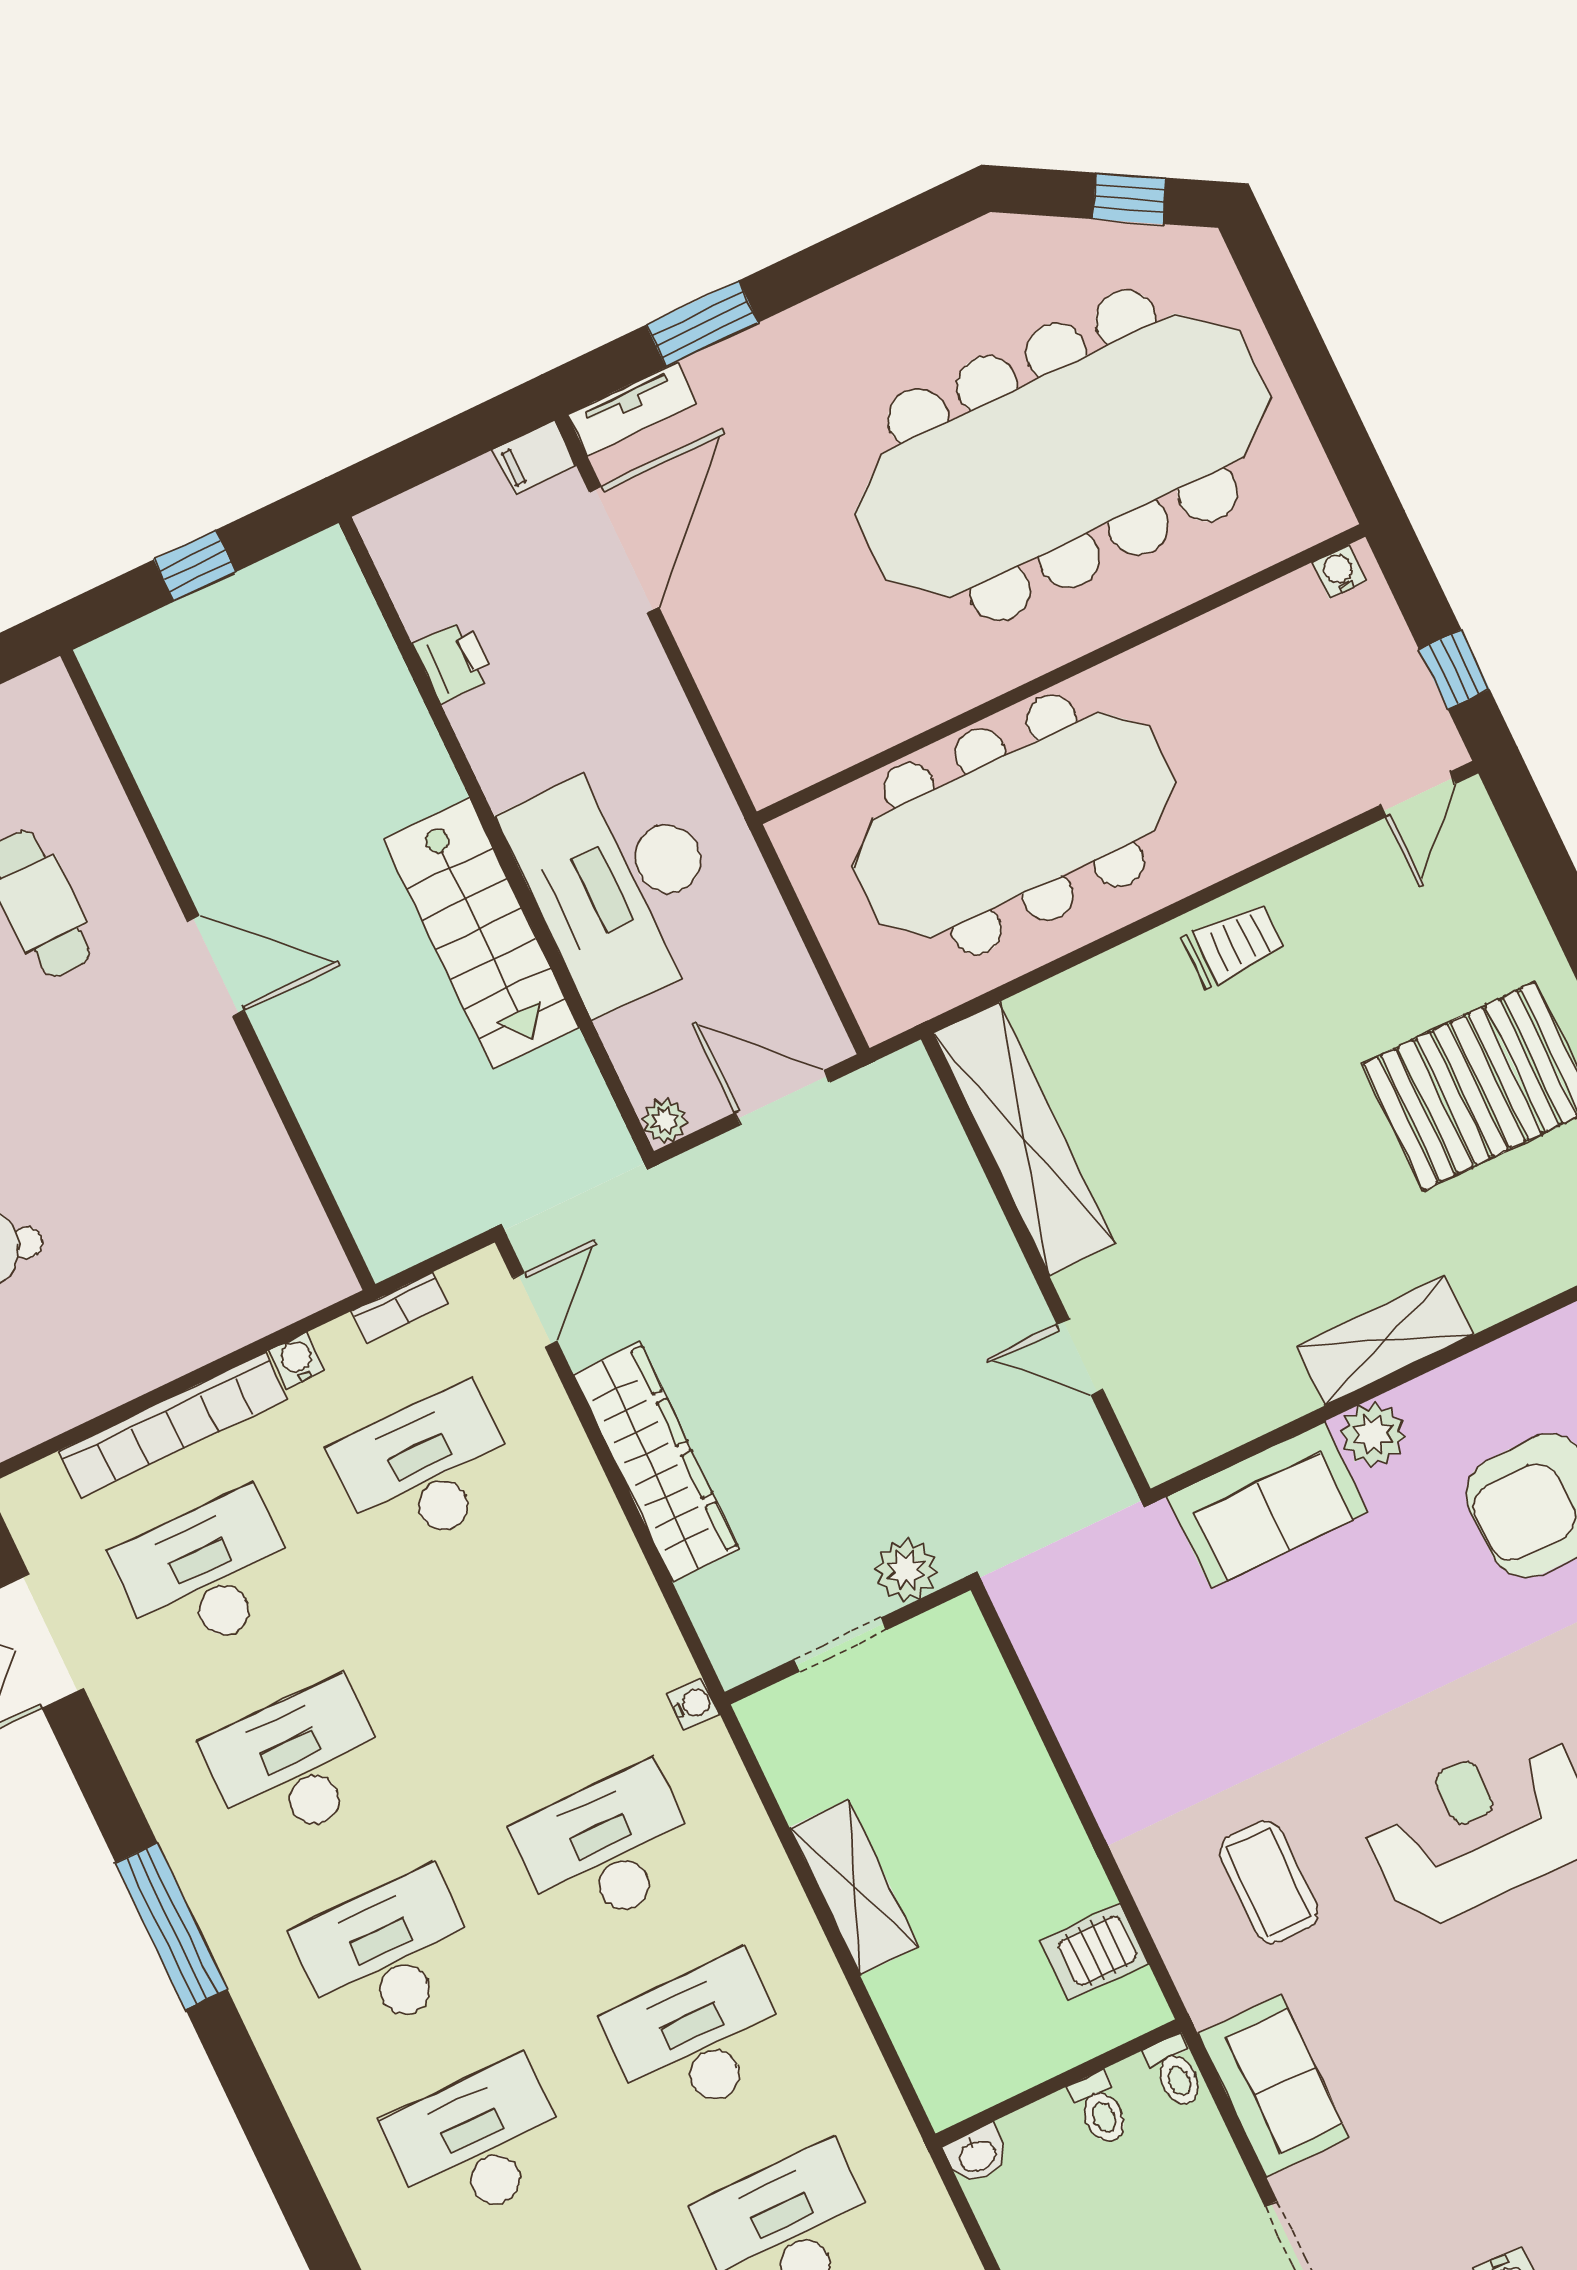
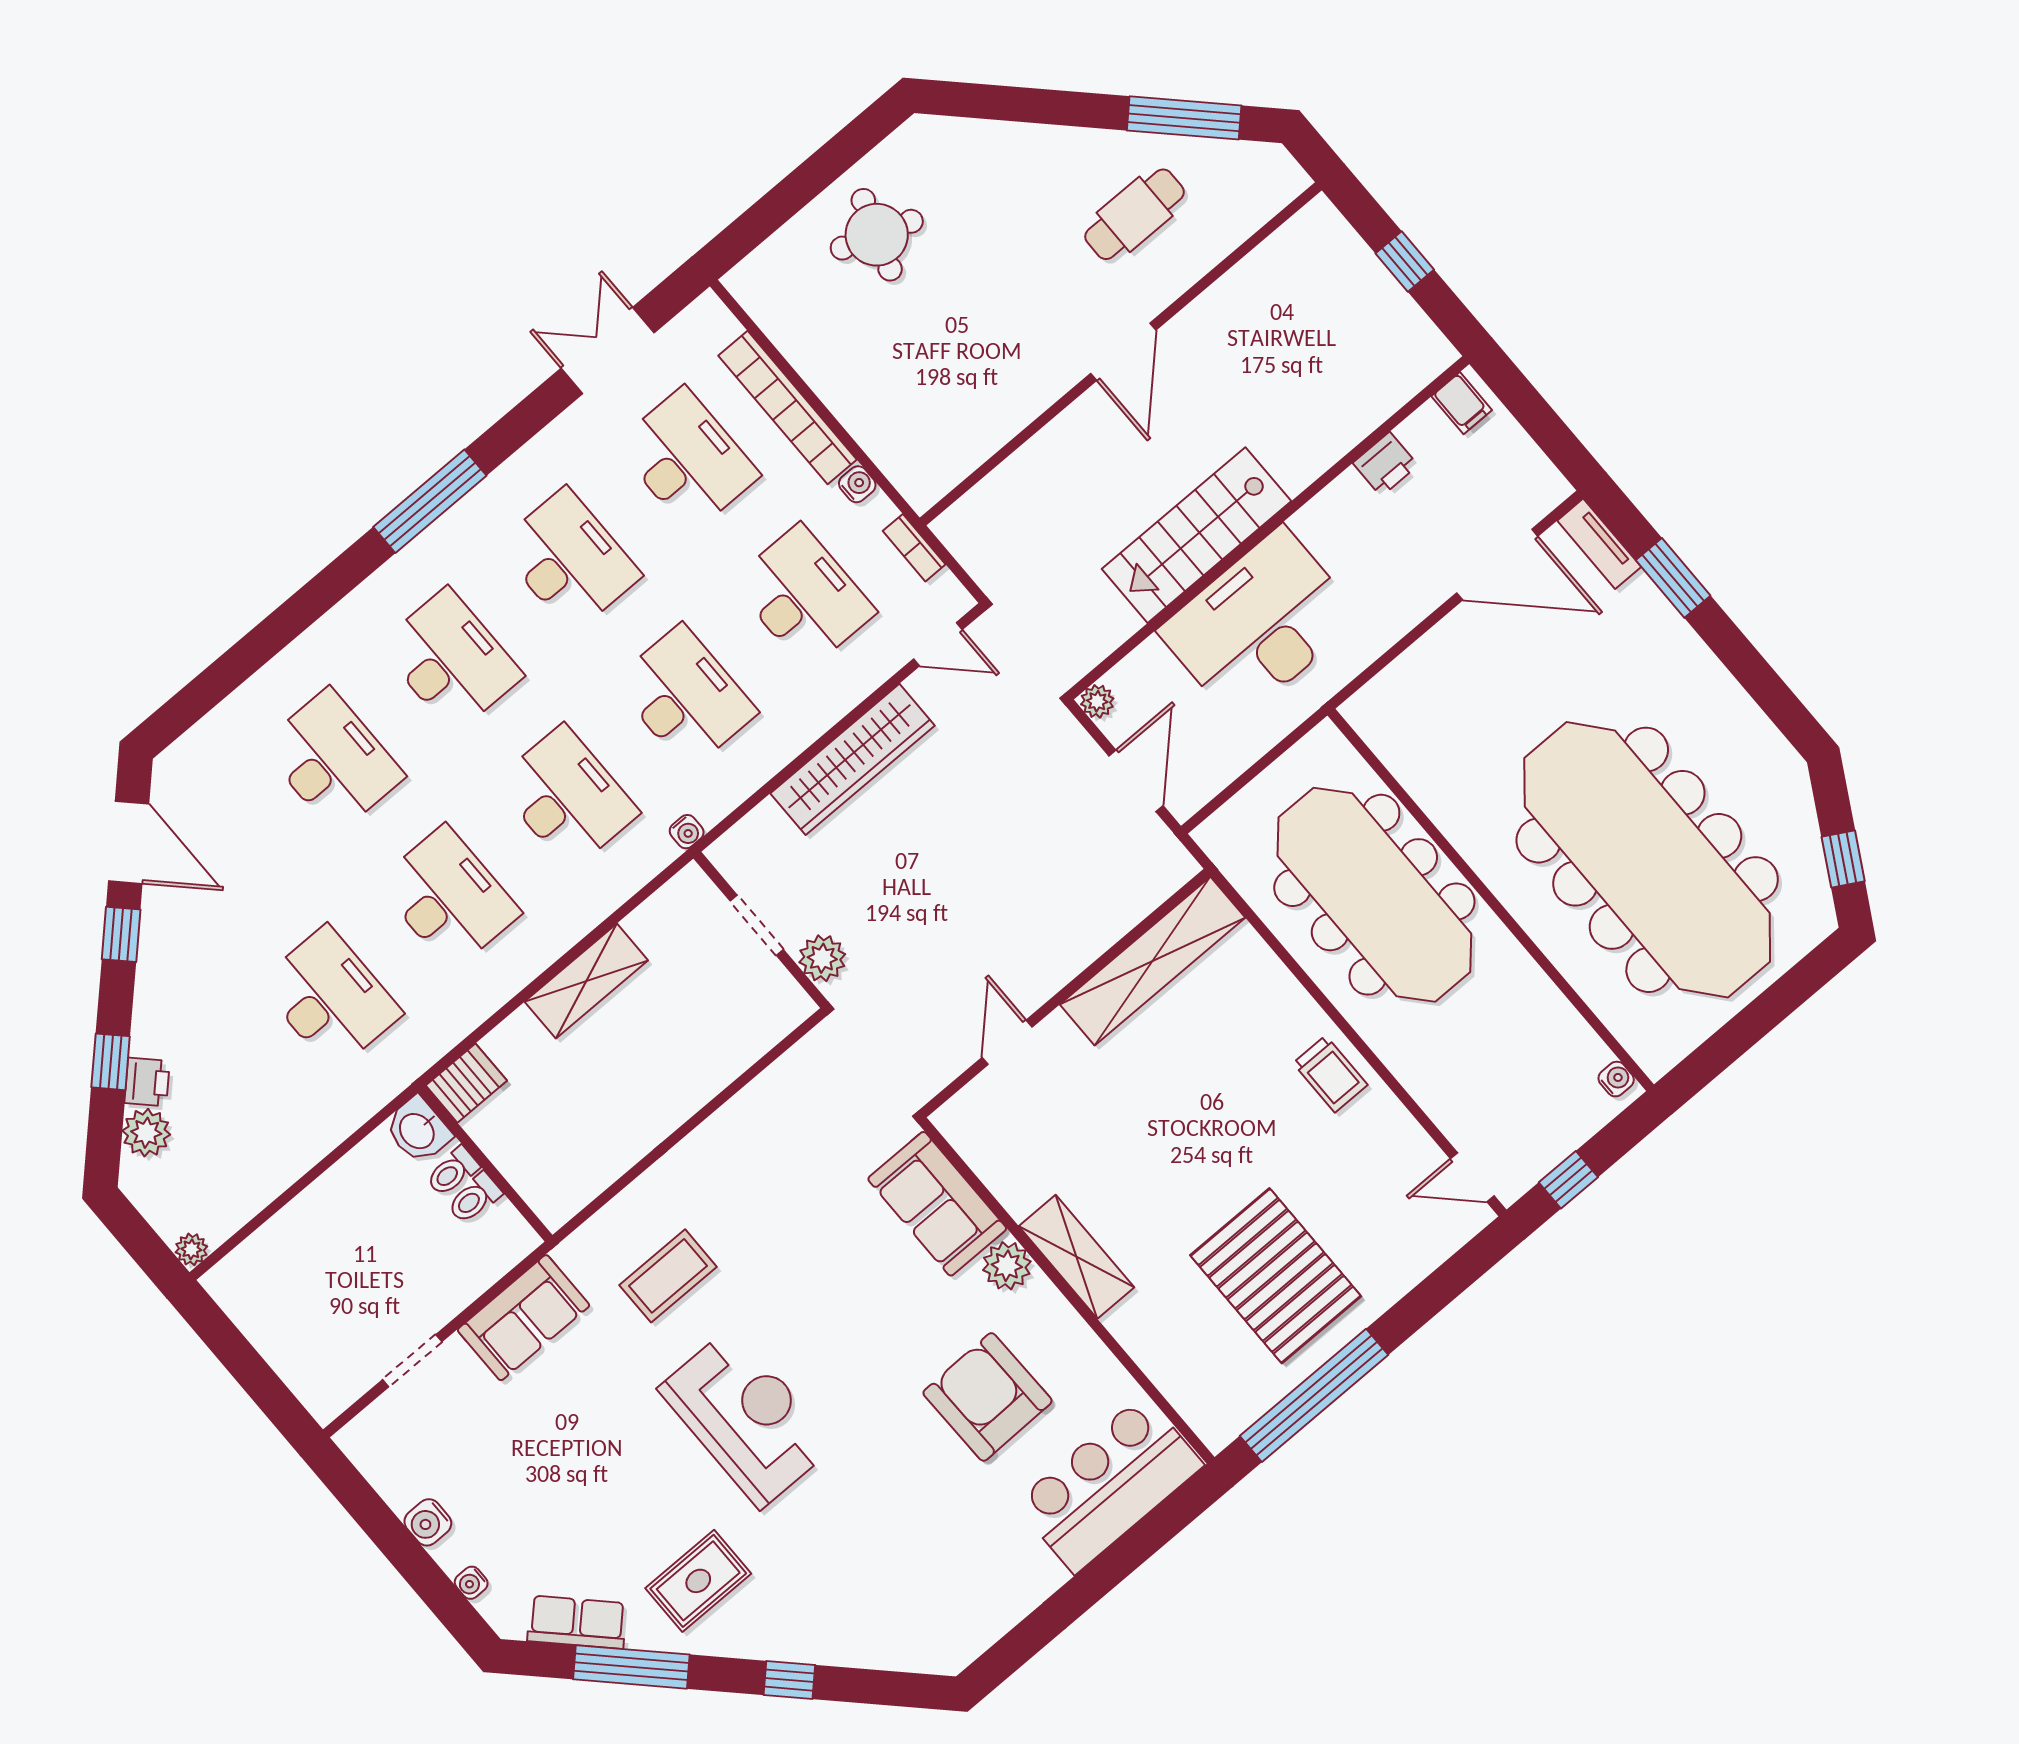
filing cabinet: (535, 458) -> (1462, 403), moved, turned 180
desk: (517, 1659) -> (685, 697), added
server rack: (1094, 1952) -> (466, 1083), moved, turned 90
toilet: (1175, 2072) -> (453, 1172), moved
washbasin: (977, 2155) -> (418, 1130), width x1.38, depth x1.45

